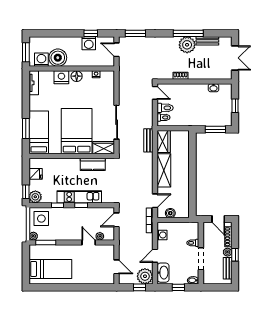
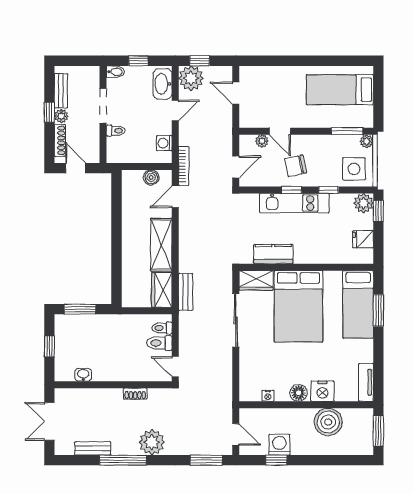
plant: (187, 45) -> (152, 442), moved
washing machine: (41, 60) -> (354, 419), removed
chair: (79, 221) -> (296, 166), added

